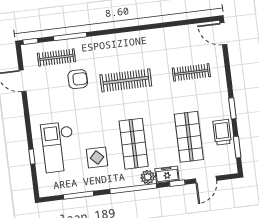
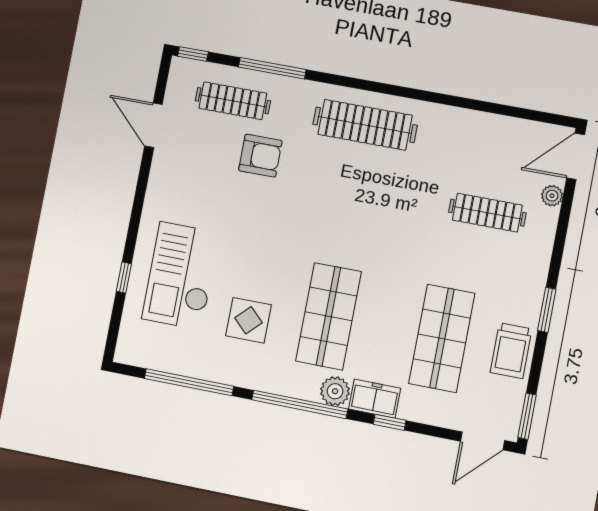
door: (223, 34) -> (576, 156), hinge flipped
plant: (218, 55) -> (552, 196), added
clothes rail: (126, 80) -> (365, 125), moved
trolley: (222, 132) -> (511, 351), turned 180
window: (237, 147) -> (527, 416), moved
door: (206, 180) -> (482, 441), moved
window: (78, 195) -> (189, 382), width x1.46

